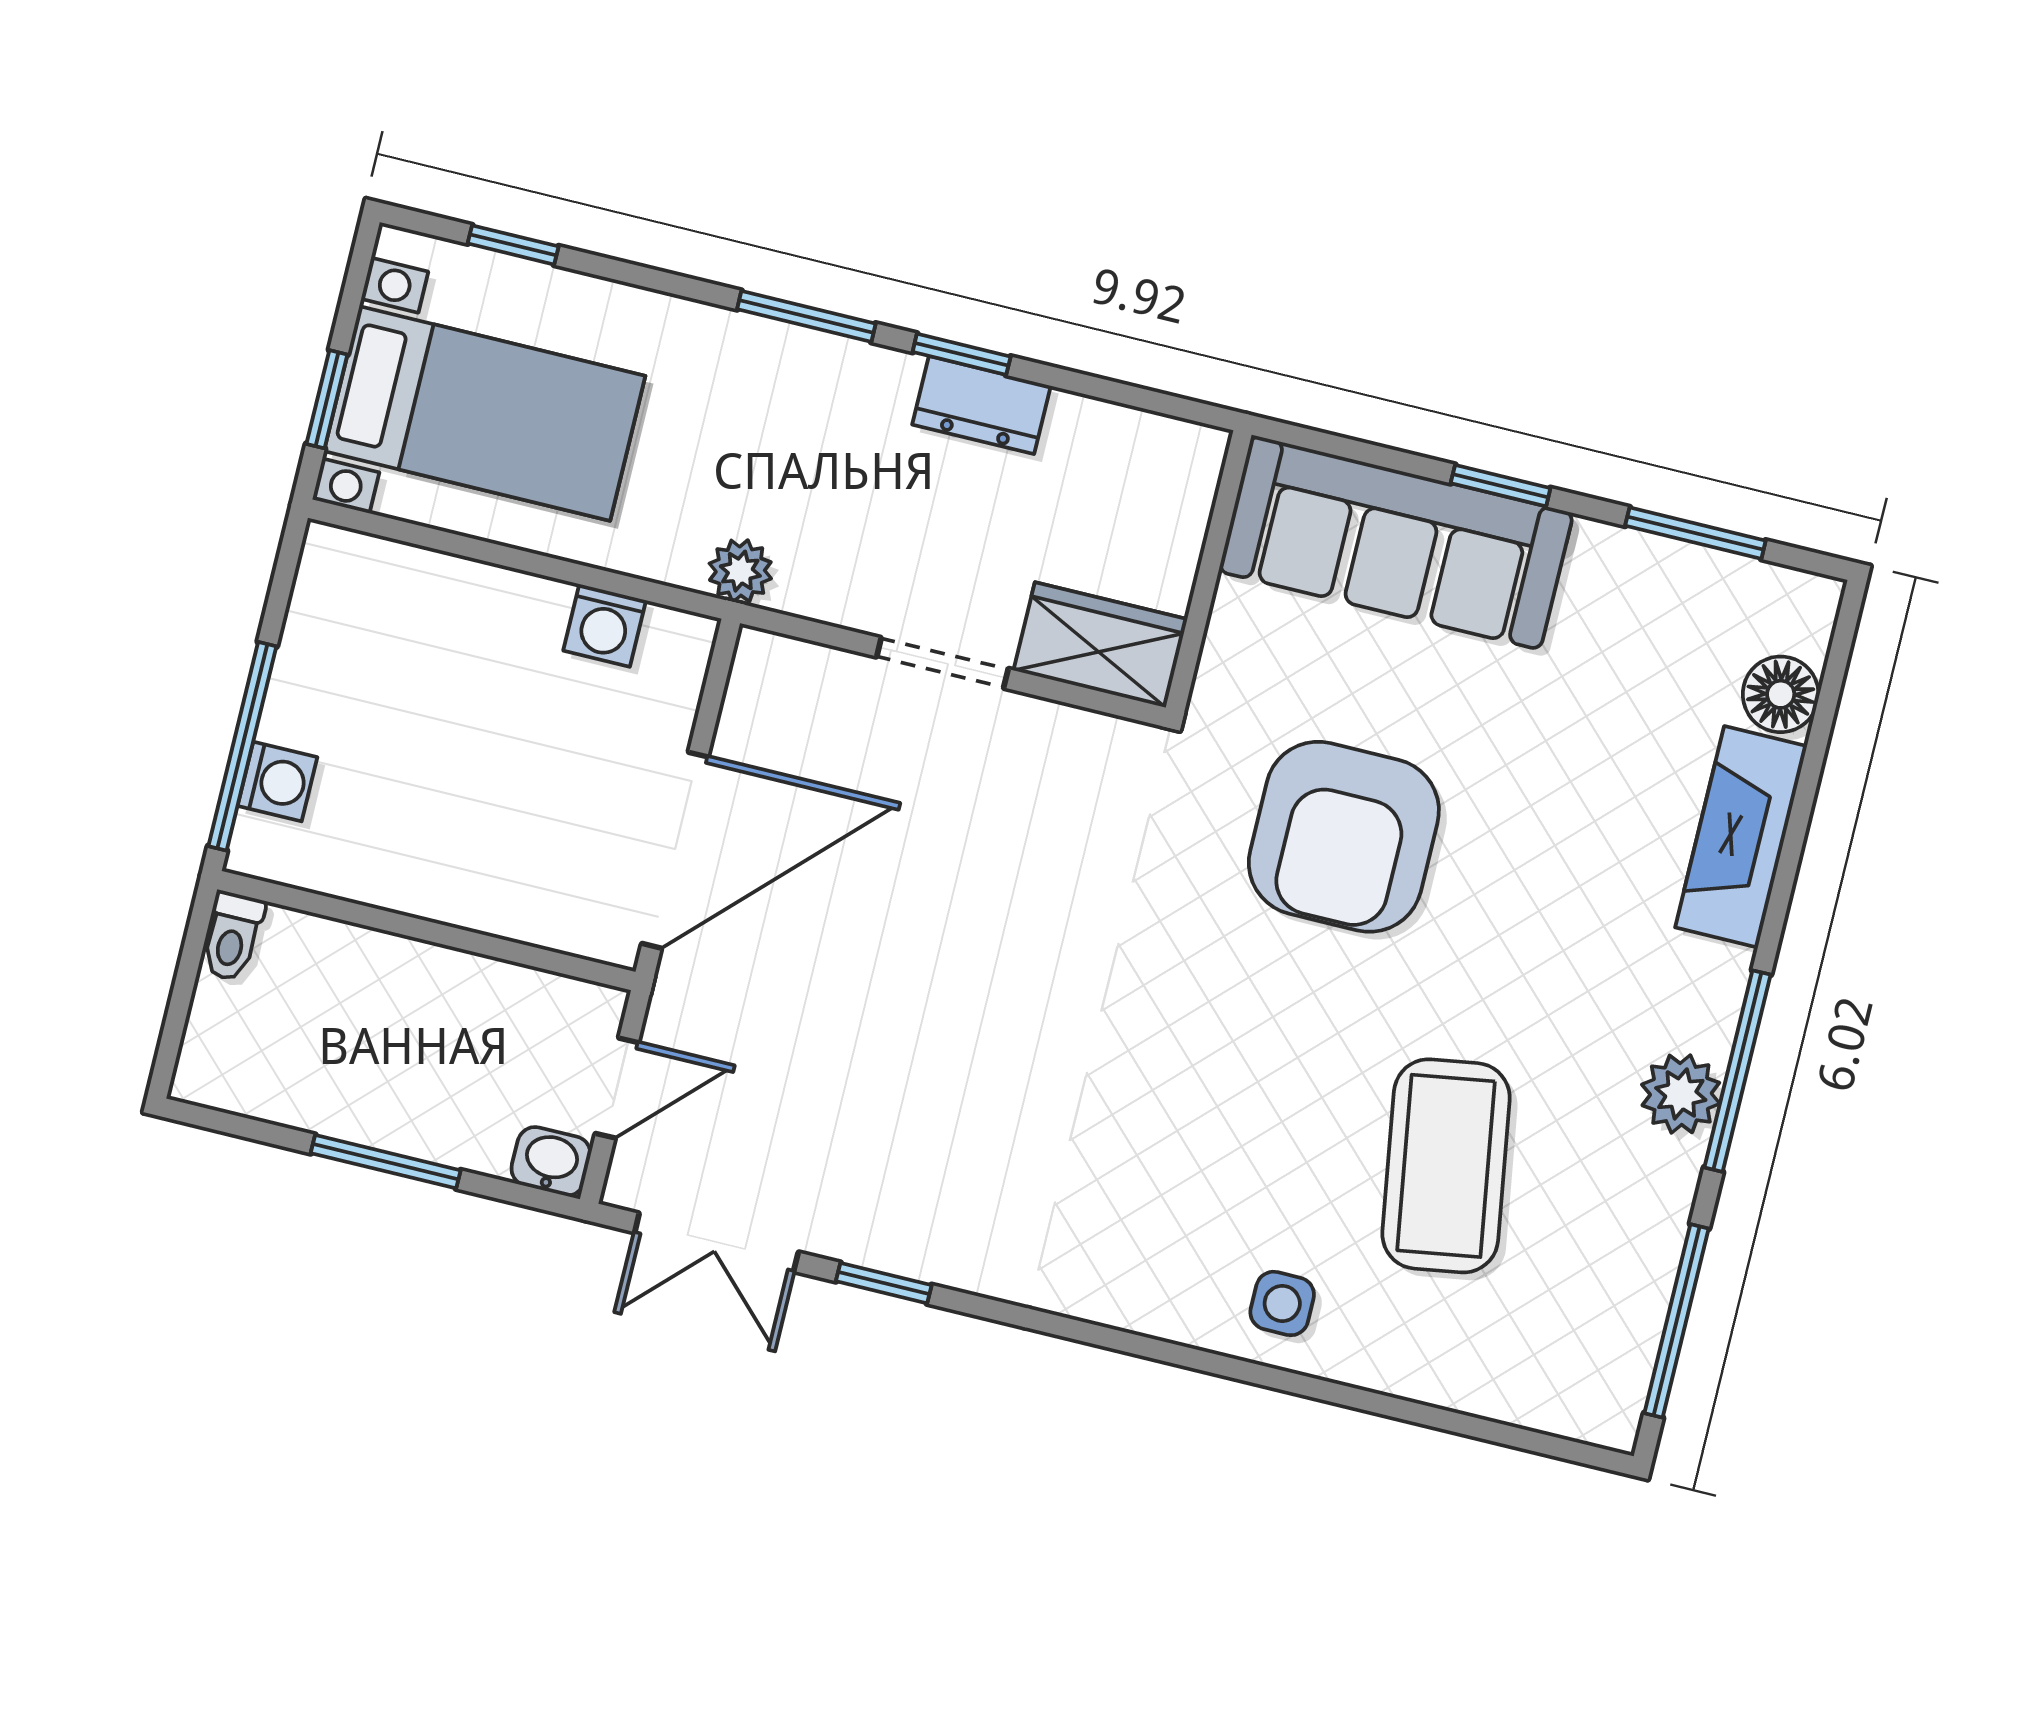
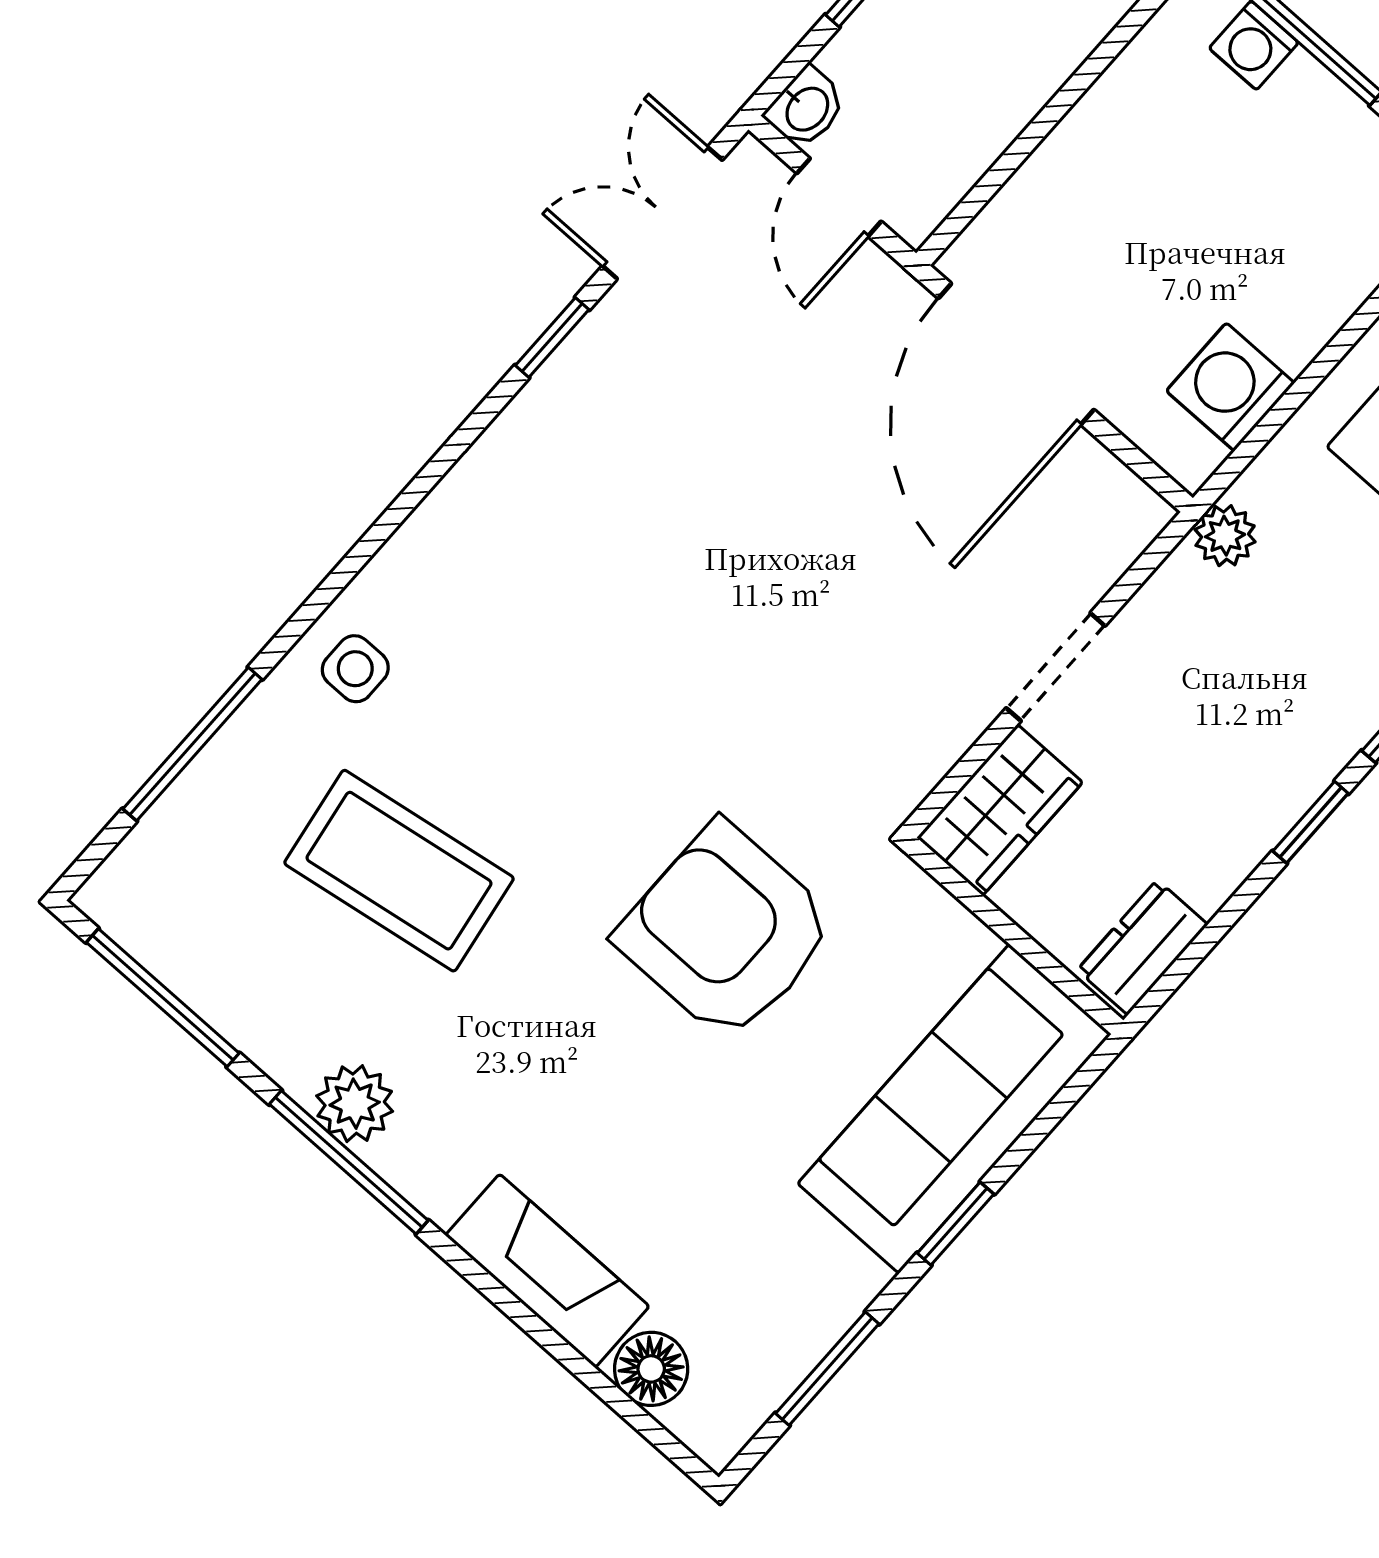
dresser: (981, 405) -> (1142, 947), moved
washing machine: (605, 625) -> (1230, 387), width x1.38, depth x1.38
window: (1430, 1416) -> (192, 744), added

